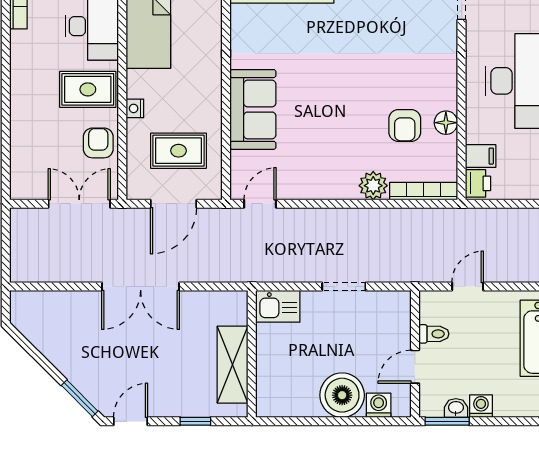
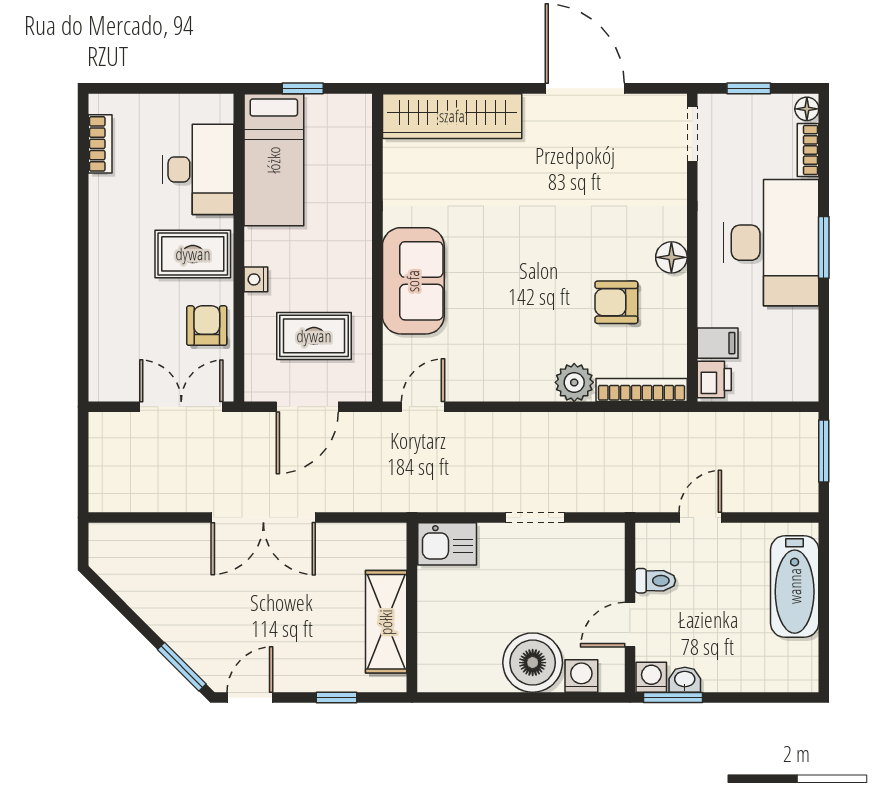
floor lamp: (446, 123) -> (671, 257), moved
armchair: (405, 126) -> (616, 302), turned 90
washing machine: (481, 406) -> (651, 677), moved

